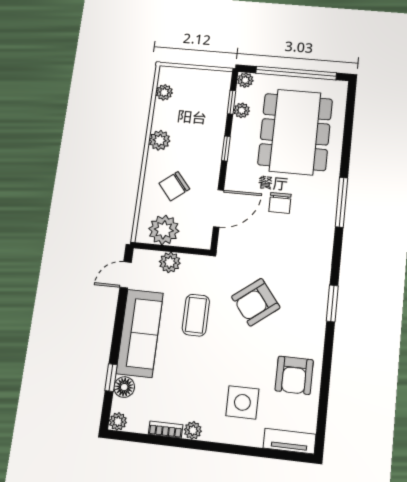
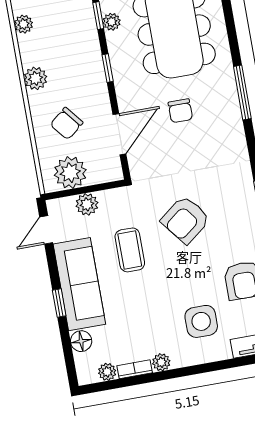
window: (111, 378) -> (59, 303), moved
plant: (118, 421) -> (107, 372), moved

